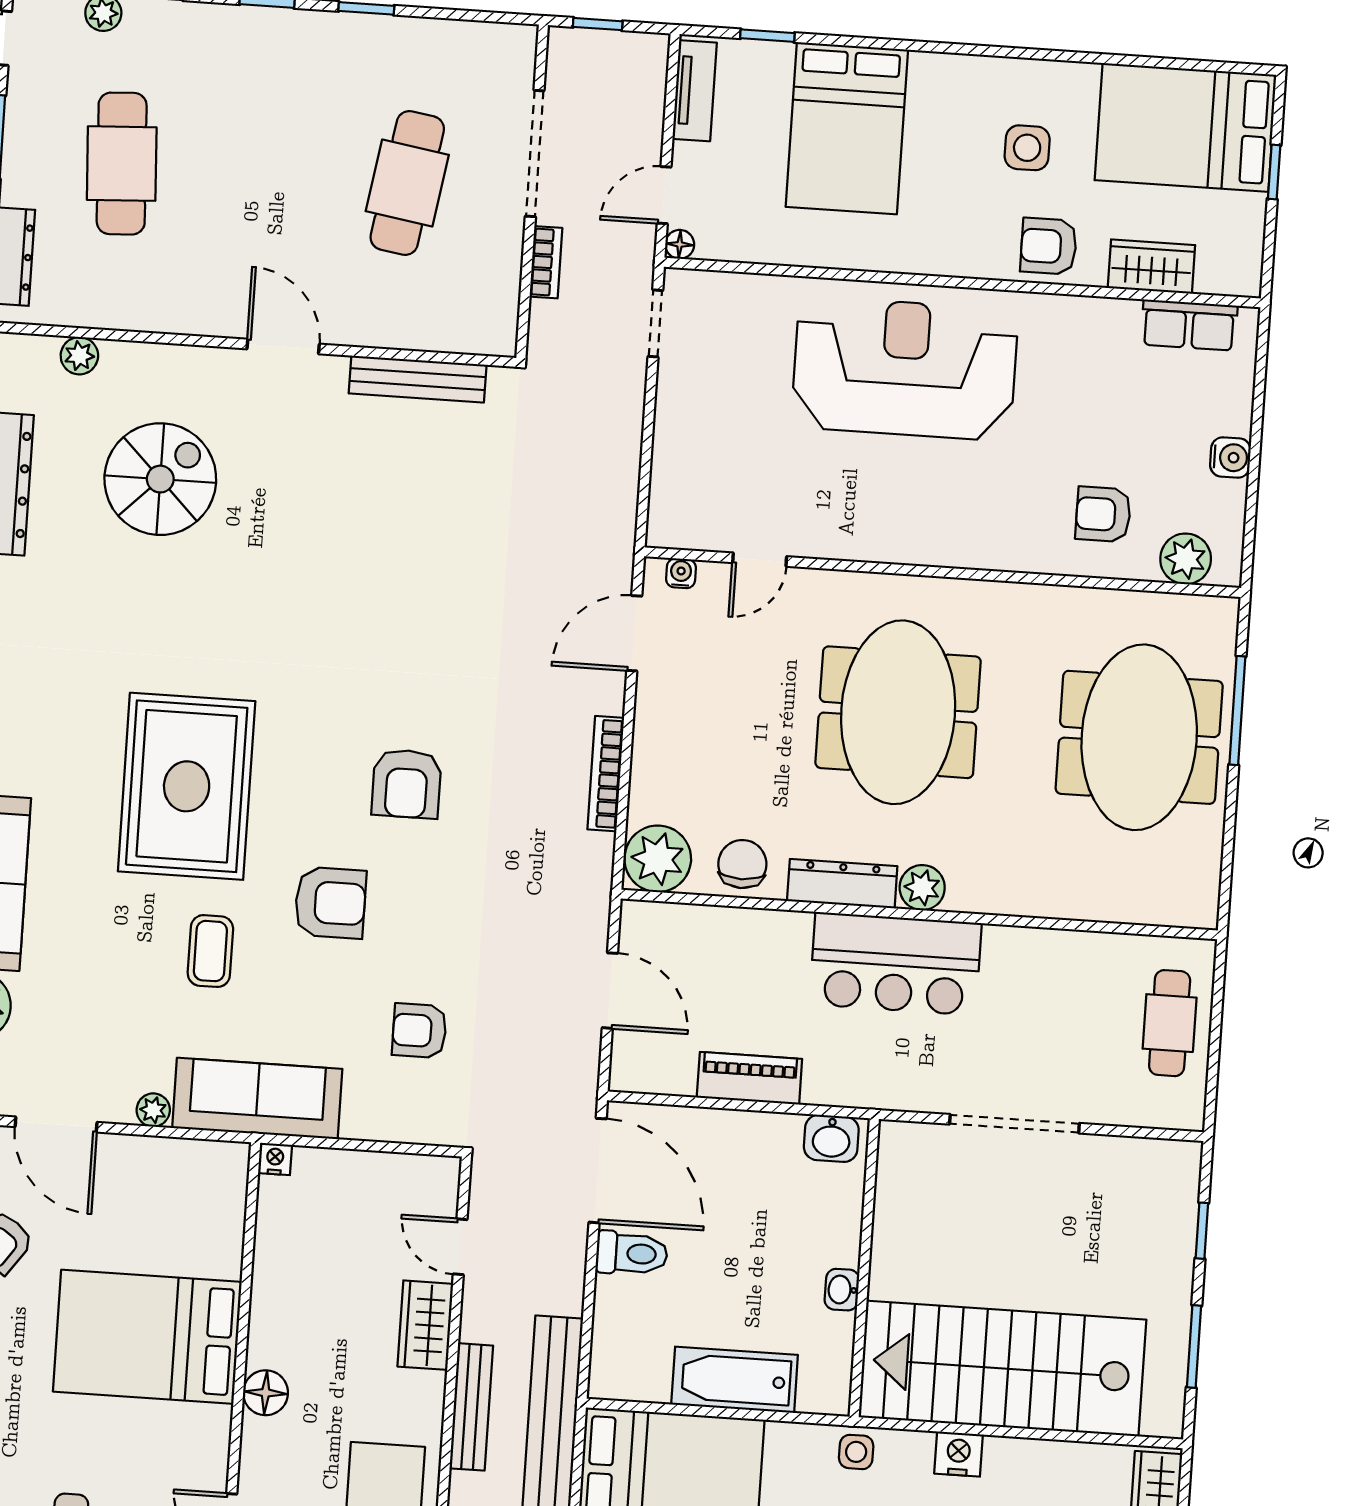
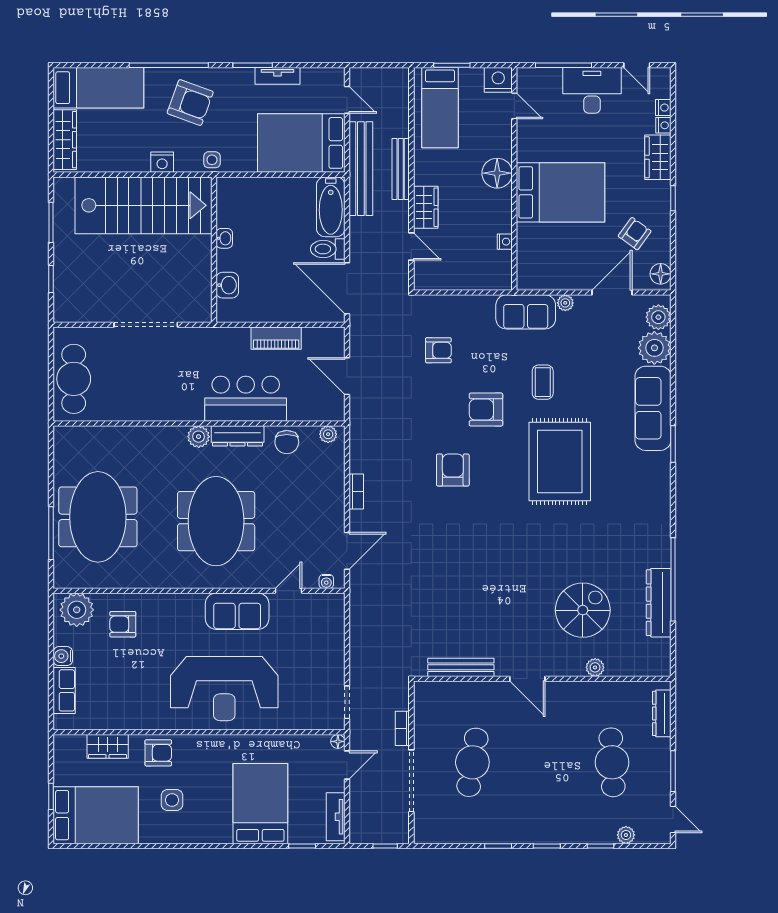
row of seats: (1189, 325) -> (64, 690), moved, turned 90
plant: (79, 356) -> (595, 667), moved
spiral stairs: (160, 479) -> (583, 610), turned 180
armchair: (1103, 514) -> (123, 624), turned 180
sofa: (868, 525) -> (237, 611), added
plant: (1186, 559) -> (77, 610), width x1.36, depth x1.36
bookcase: (606, 774) -> (356, 492), width x0.64
plant: (658, 859) -> (328, 434), width x0.53, depth x0.53
bar counter: (895, 964) -> (246, 399), moved
cafe table: (1170, 1023) -> (74, 379), width x1.37, depth x1.35
sofa: (257, 1098) -> (526, 312), width x0.73
door: (56, 1125) -> (612, 293), hinge flipped
washbasin: (831, 1138) -> (227, 285), moved, turned 90
nightstand: (275, 1159) -> (505, 242), moved, turned -90
bathtub: (735, 1380) -> (331, 207), moved, turned 90
floor lamp: (266, 1393) -> (497, 173), width x1.38, depth x1.38

